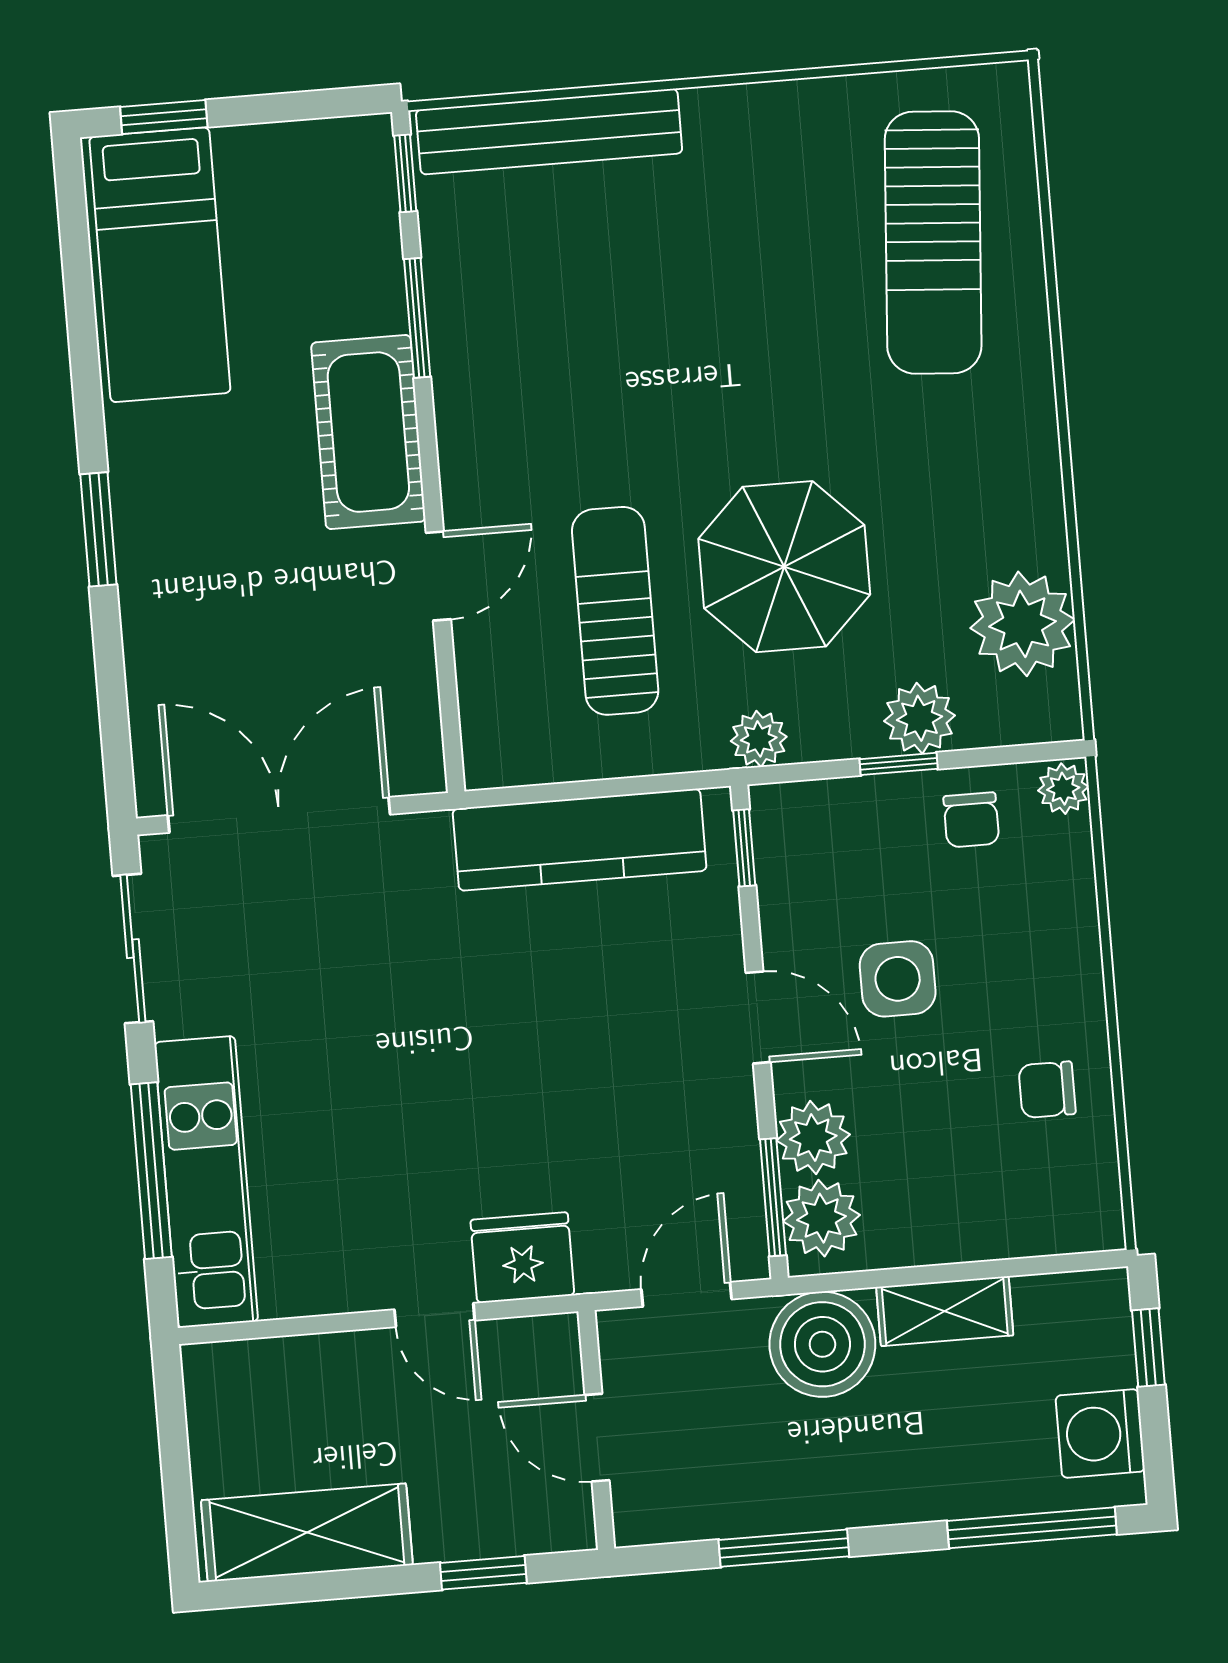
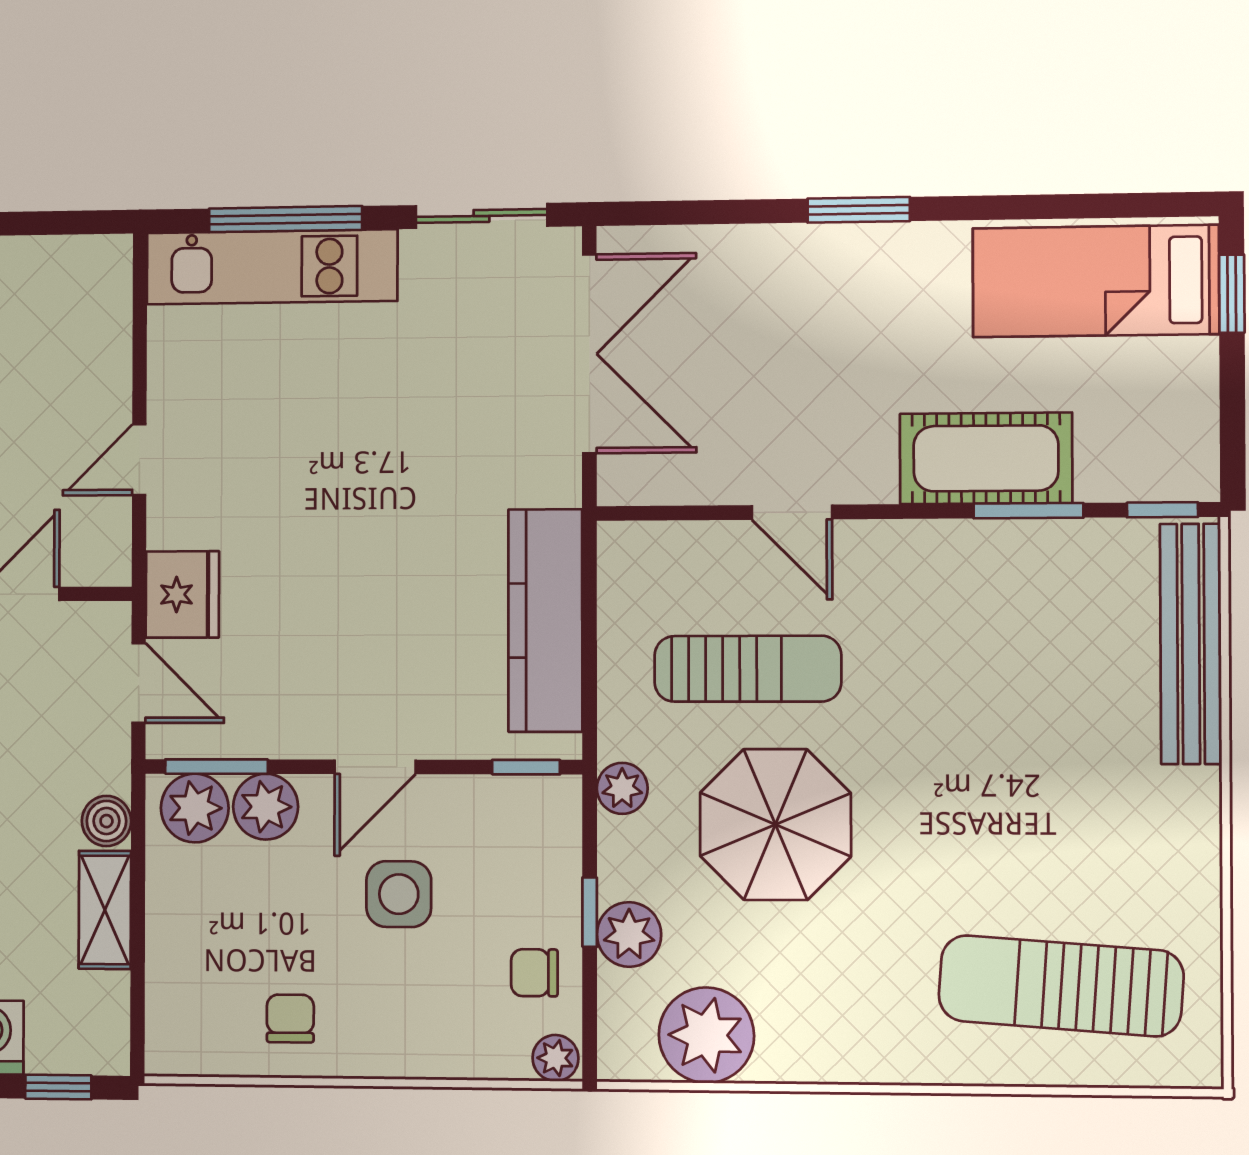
cot: (368, 432) -> (986, 458), moved
fridge: (522, 1258) -> (182, 594), moved
boiler: (822, 1344) -> (106, 821), width x0.54, depth x0.54

